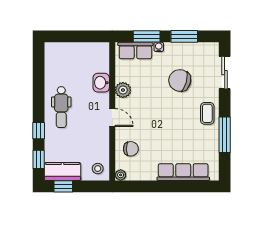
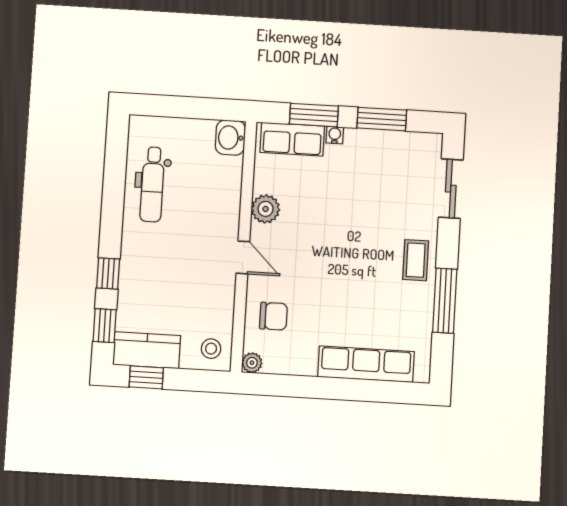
chair: (180, 80) -> (369, 198), removed
washbasin: (101, 83) -> (230, 138), moved
dental chair: (61, 107) -> (152, 184), moved

